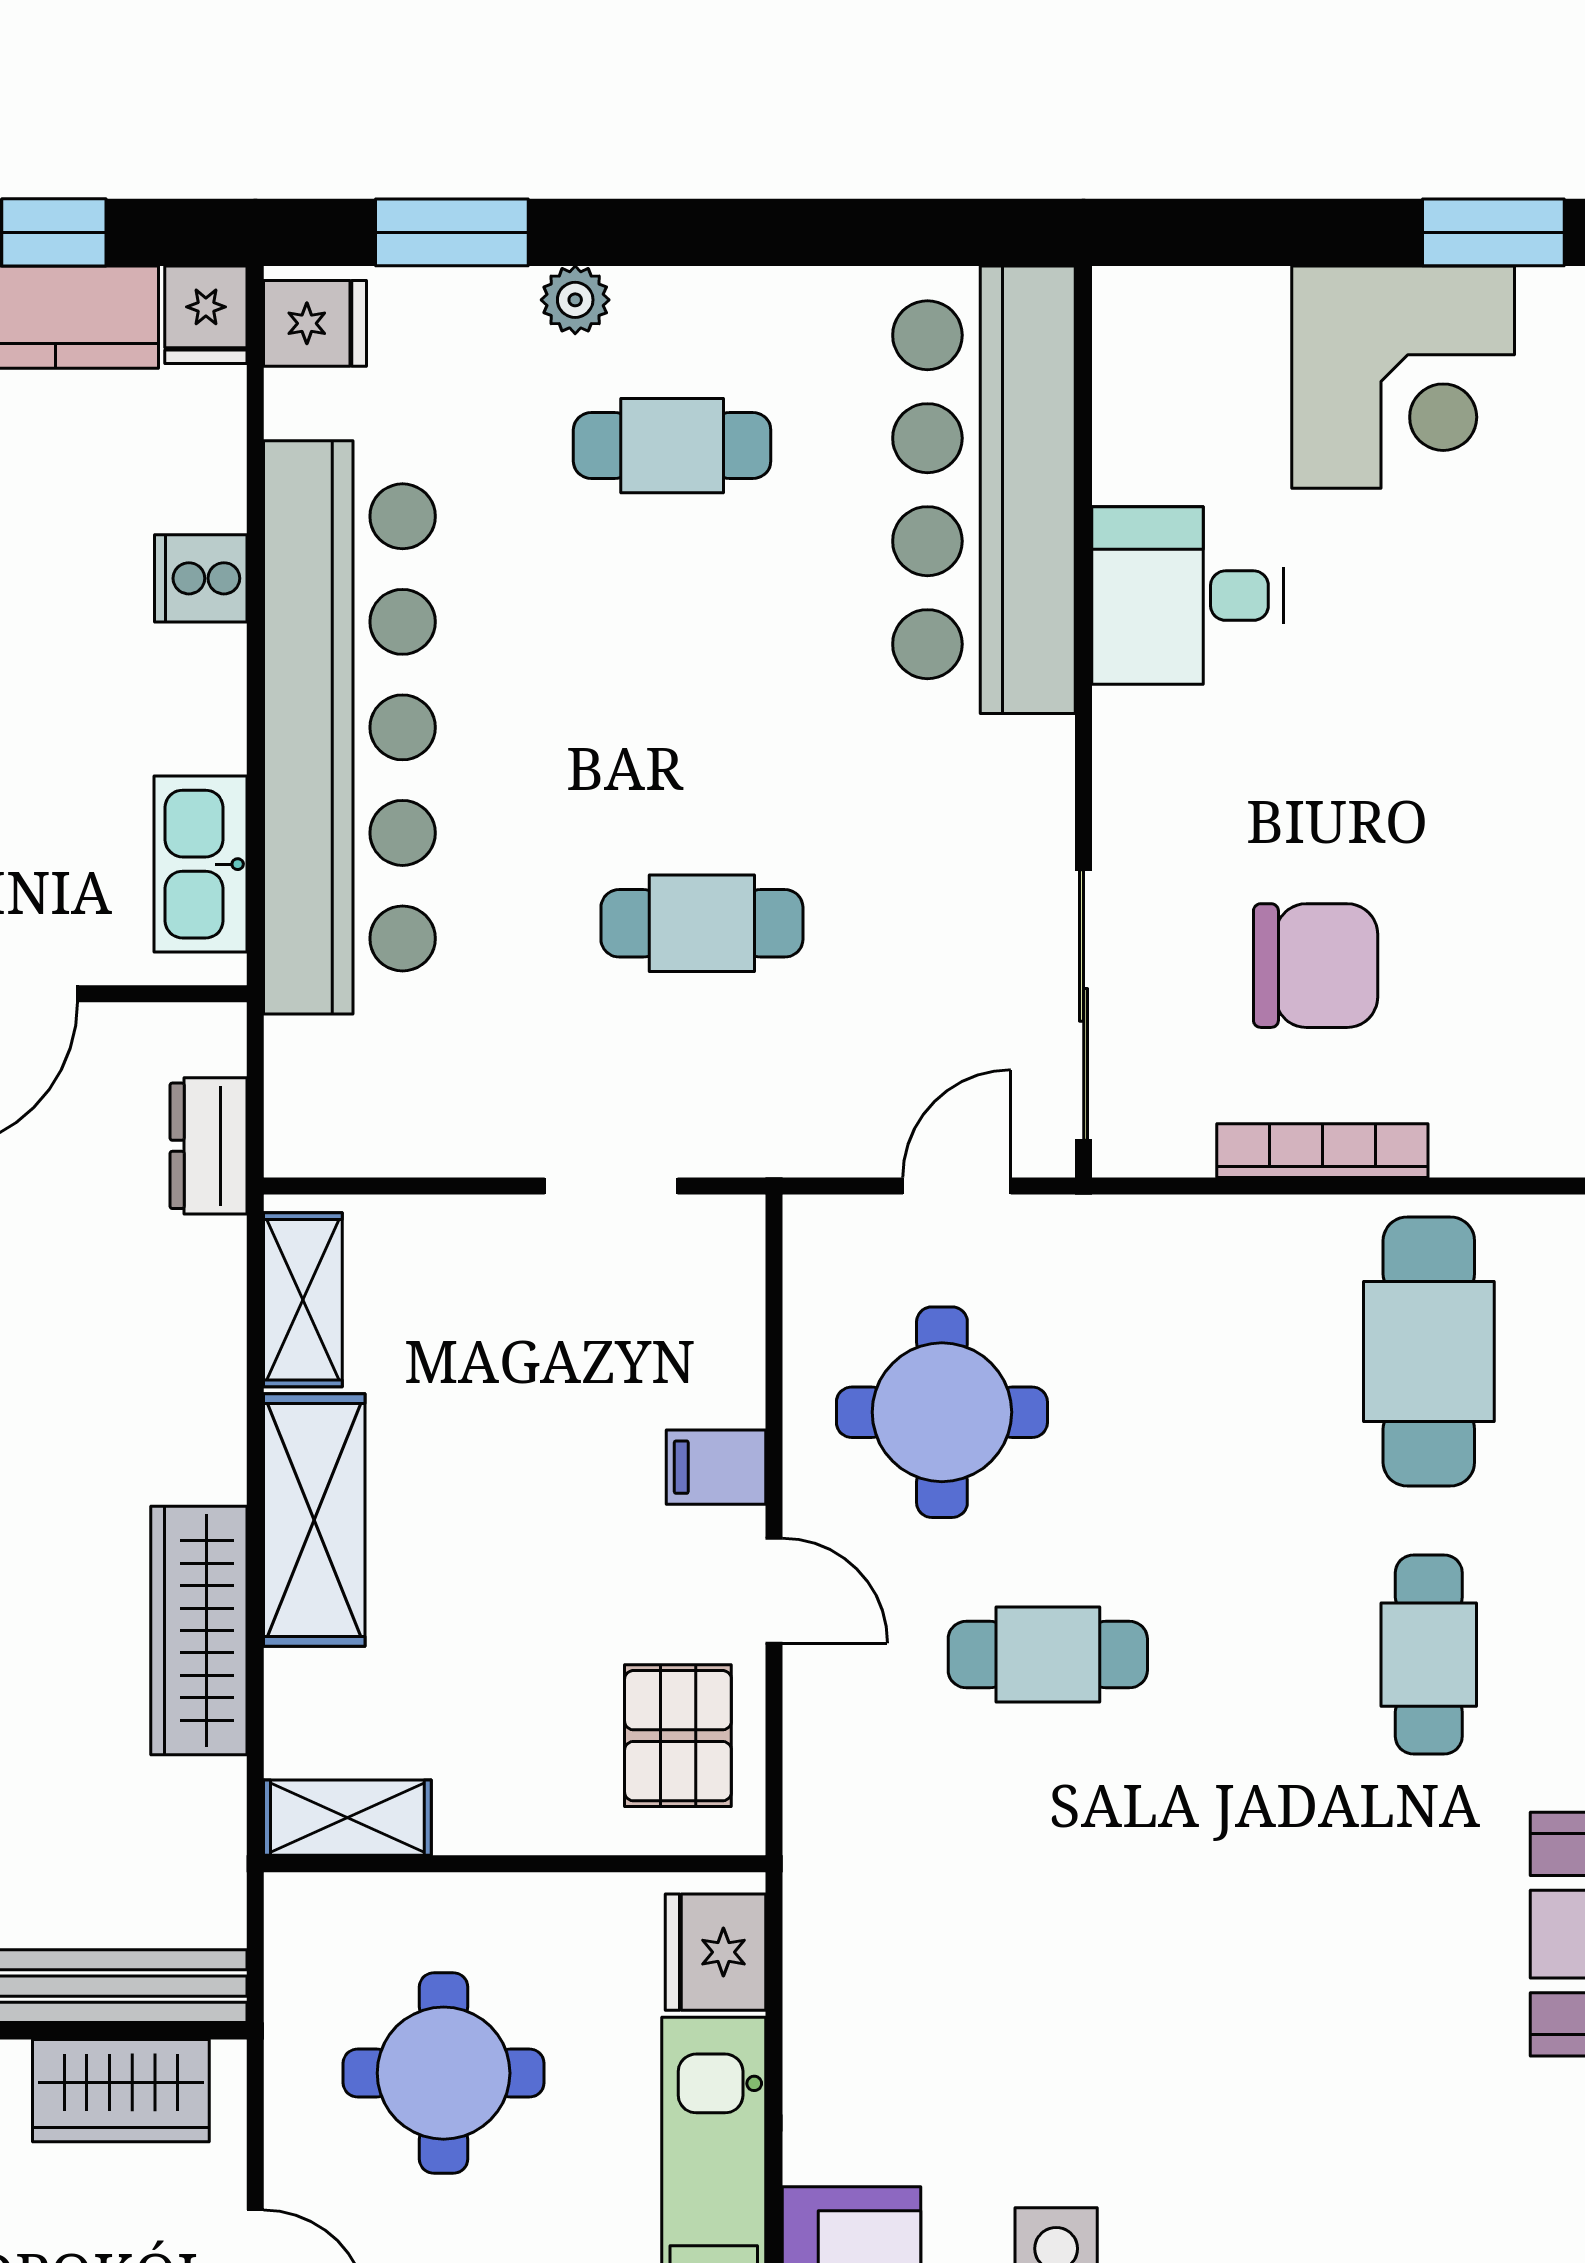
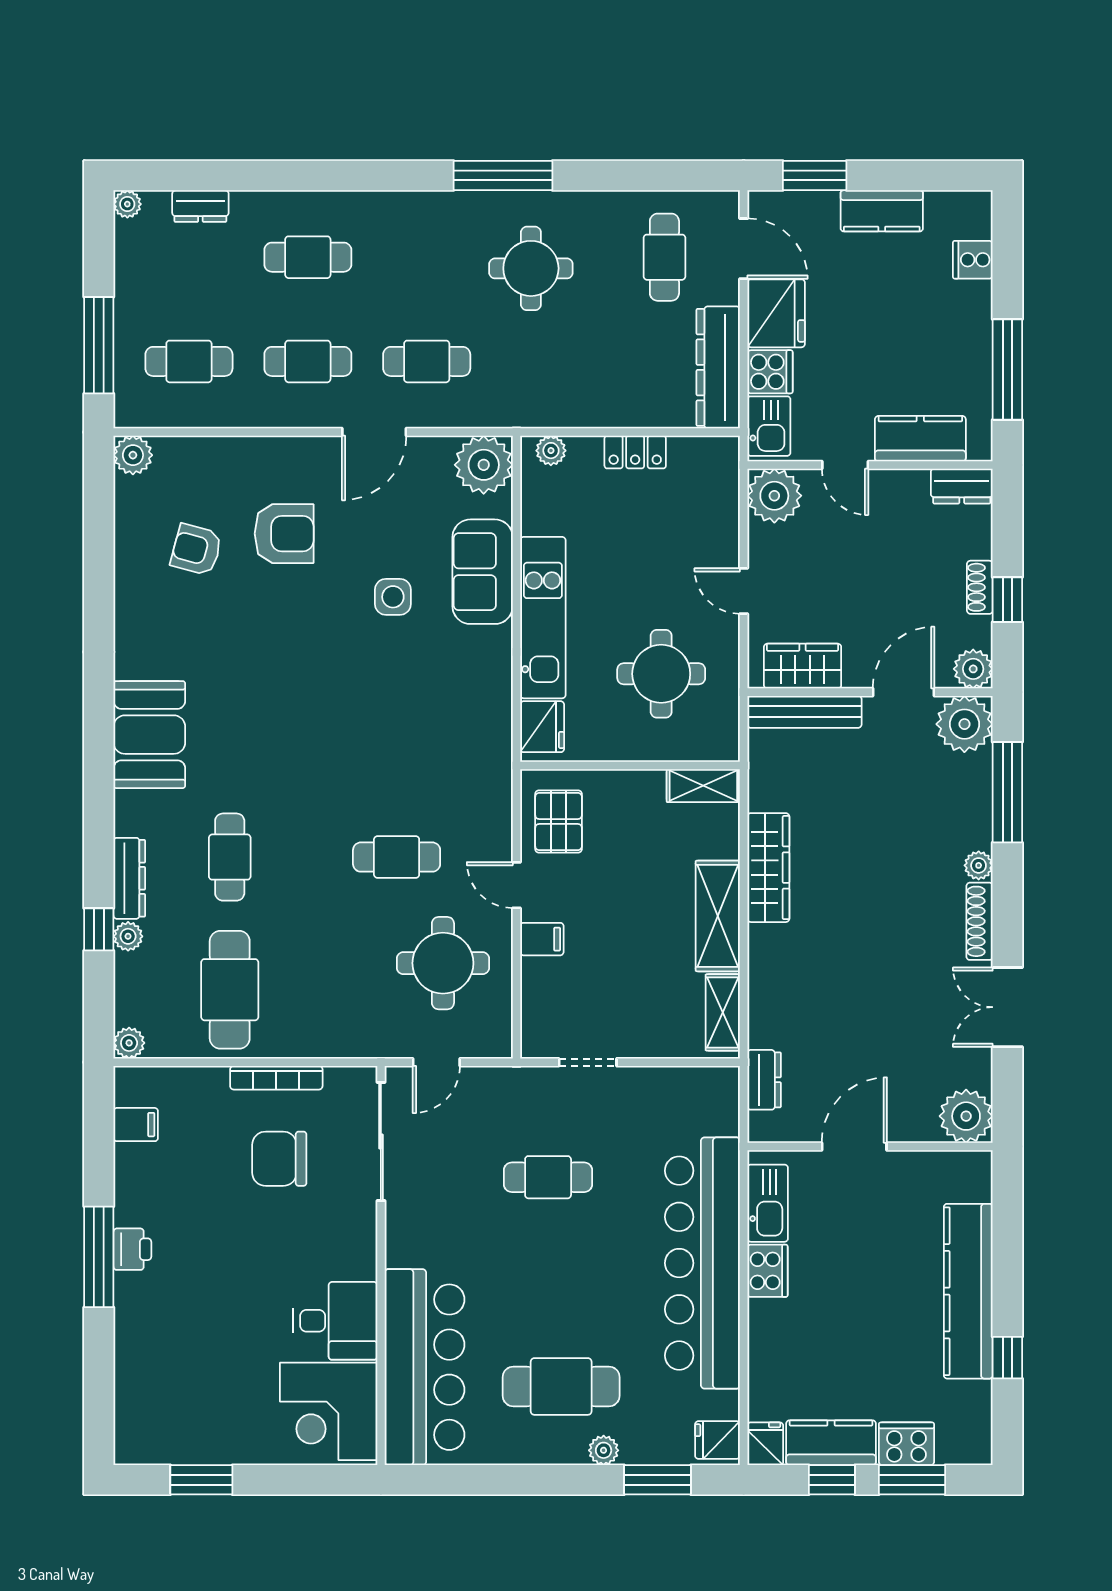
corner desk: (1403, 377) -> (329, 1411), moved, turned -90
cafe table: (672, 446) -> (561, 1386), width x1.37, depth x1.35
cooker: (201, 578) -> (767, 1271), moved, width x1.36

